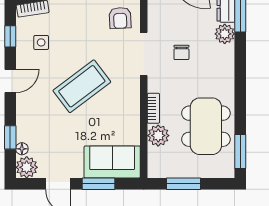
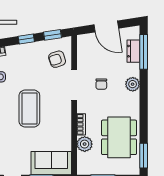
armchair: (120, 18) -> (57, 59), turned 75
plant: (225, 34) -> (133, 84), moved
coffee table: (82, 86) -> (29, 108), turned -53

